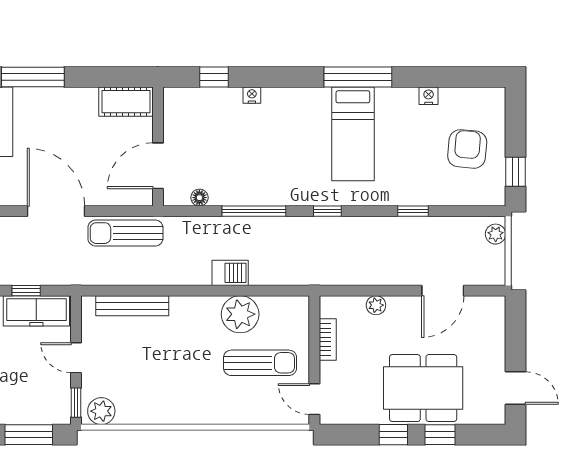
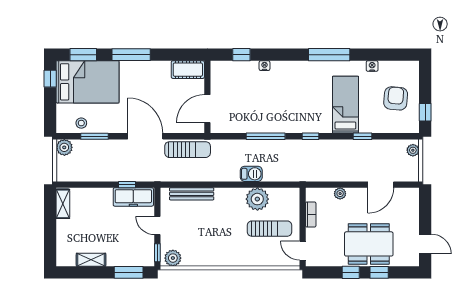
bed: (353, 134) -> (345, 105), moved, turned 180
floor lamp: (199, 198) -> (233, 128), removed
sun lounger: (125, 233) -> (188, 150), turned 180

